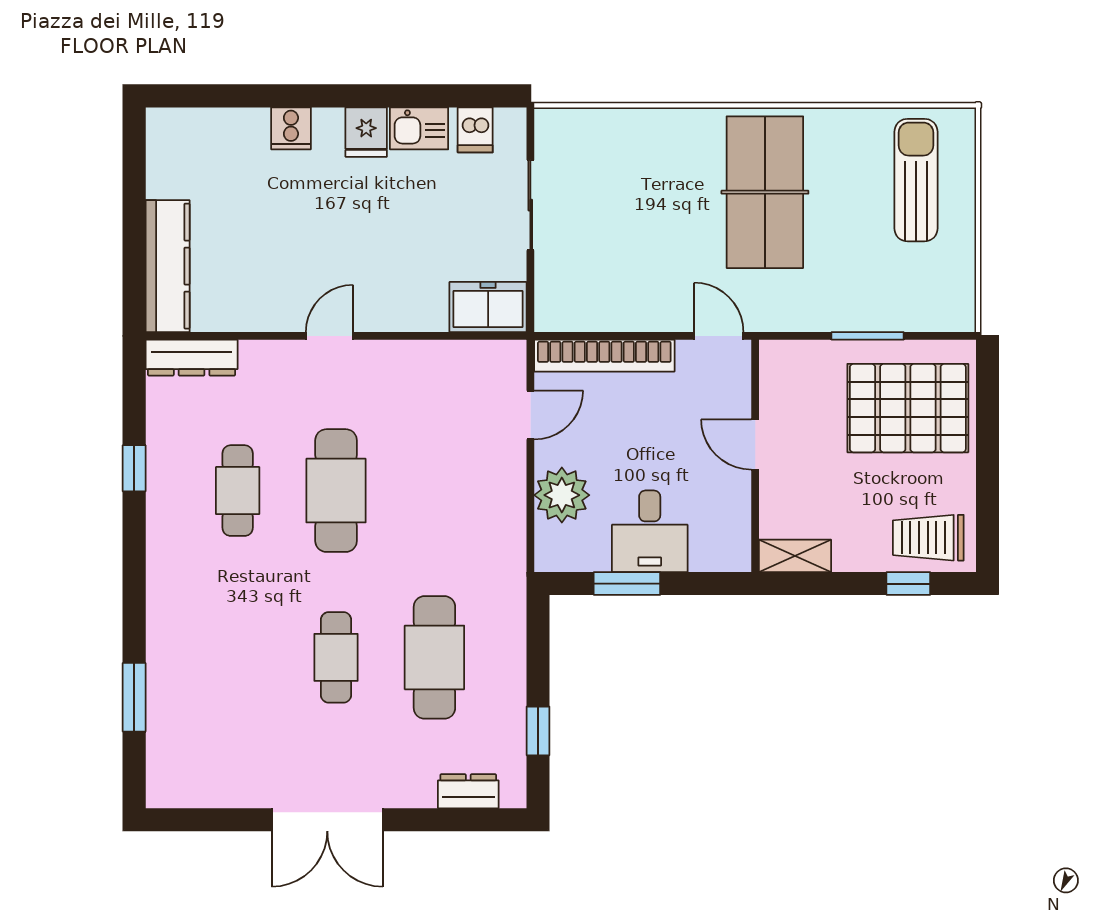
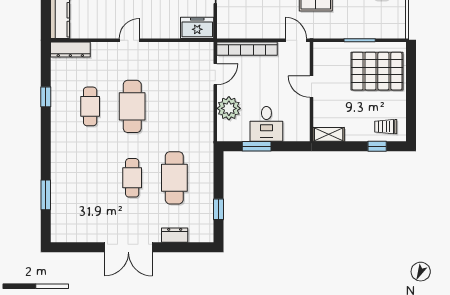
trolley: (928, 538) -> (386, 127), width x0.73, depth x0.72
dresser: (468, 791) -> (175, 235), moved

